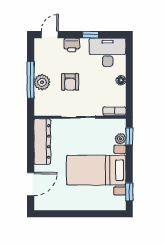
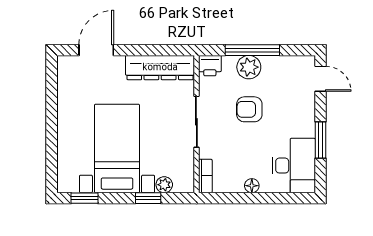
window: (91, 35) -> (320, 140), width x1.50
printer: (72, 45) -> (210, 66), moved, turned -90
window: (129, 136) -> (148, 198), moved
door: (31, 184) -> (96, 50), swing flipped

